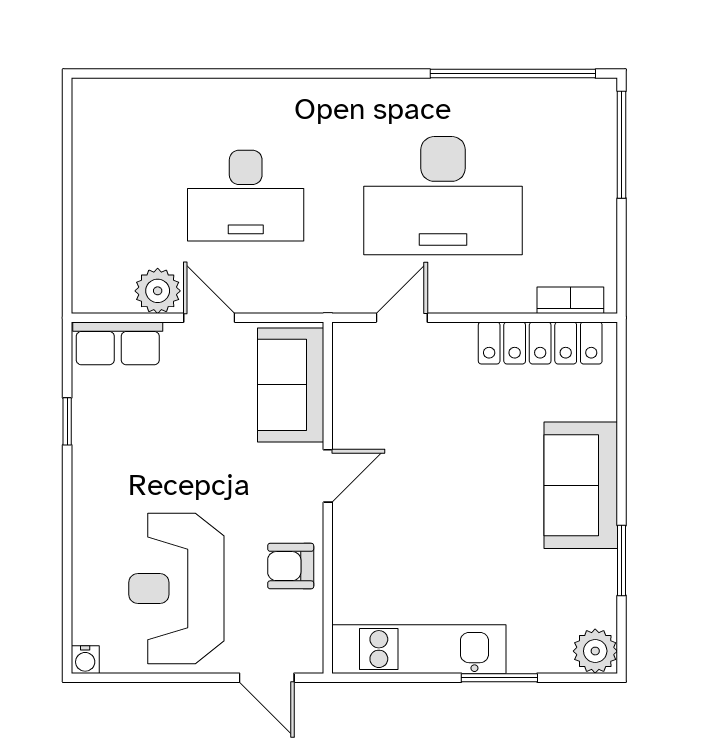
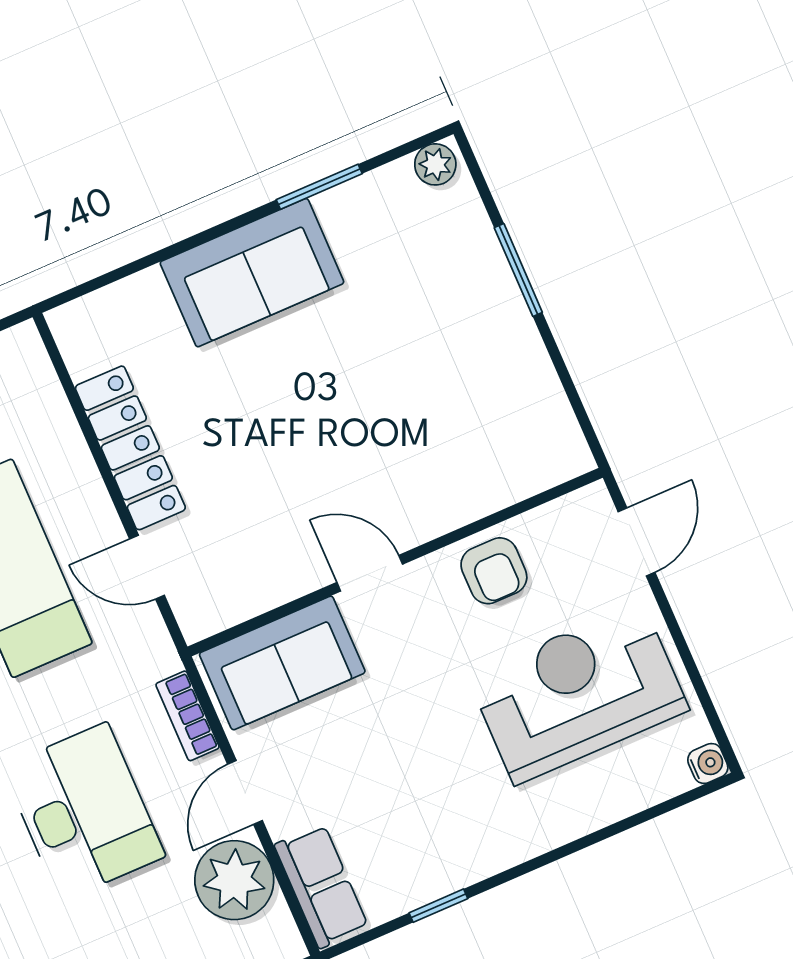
plant: (158, 291) -> (234, 880), width x1.36, depth x1.36
bookcase: (570, 300) -> (187, 716), moved
locker: (540, 343) -> (130, 448), moved
reception desk: (176, 588) -> (578, 693), turned 180
kitchen unit: (419, 649) -> (526, 379), removed
plant: (595, 651) -> (435, 164), width x0.73, depth x0.73

